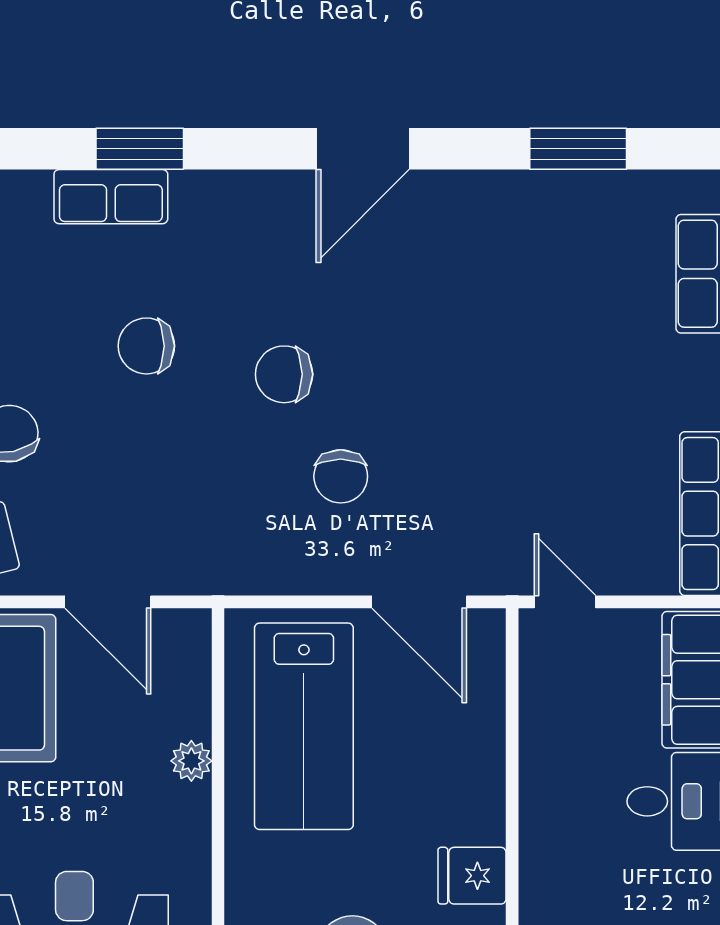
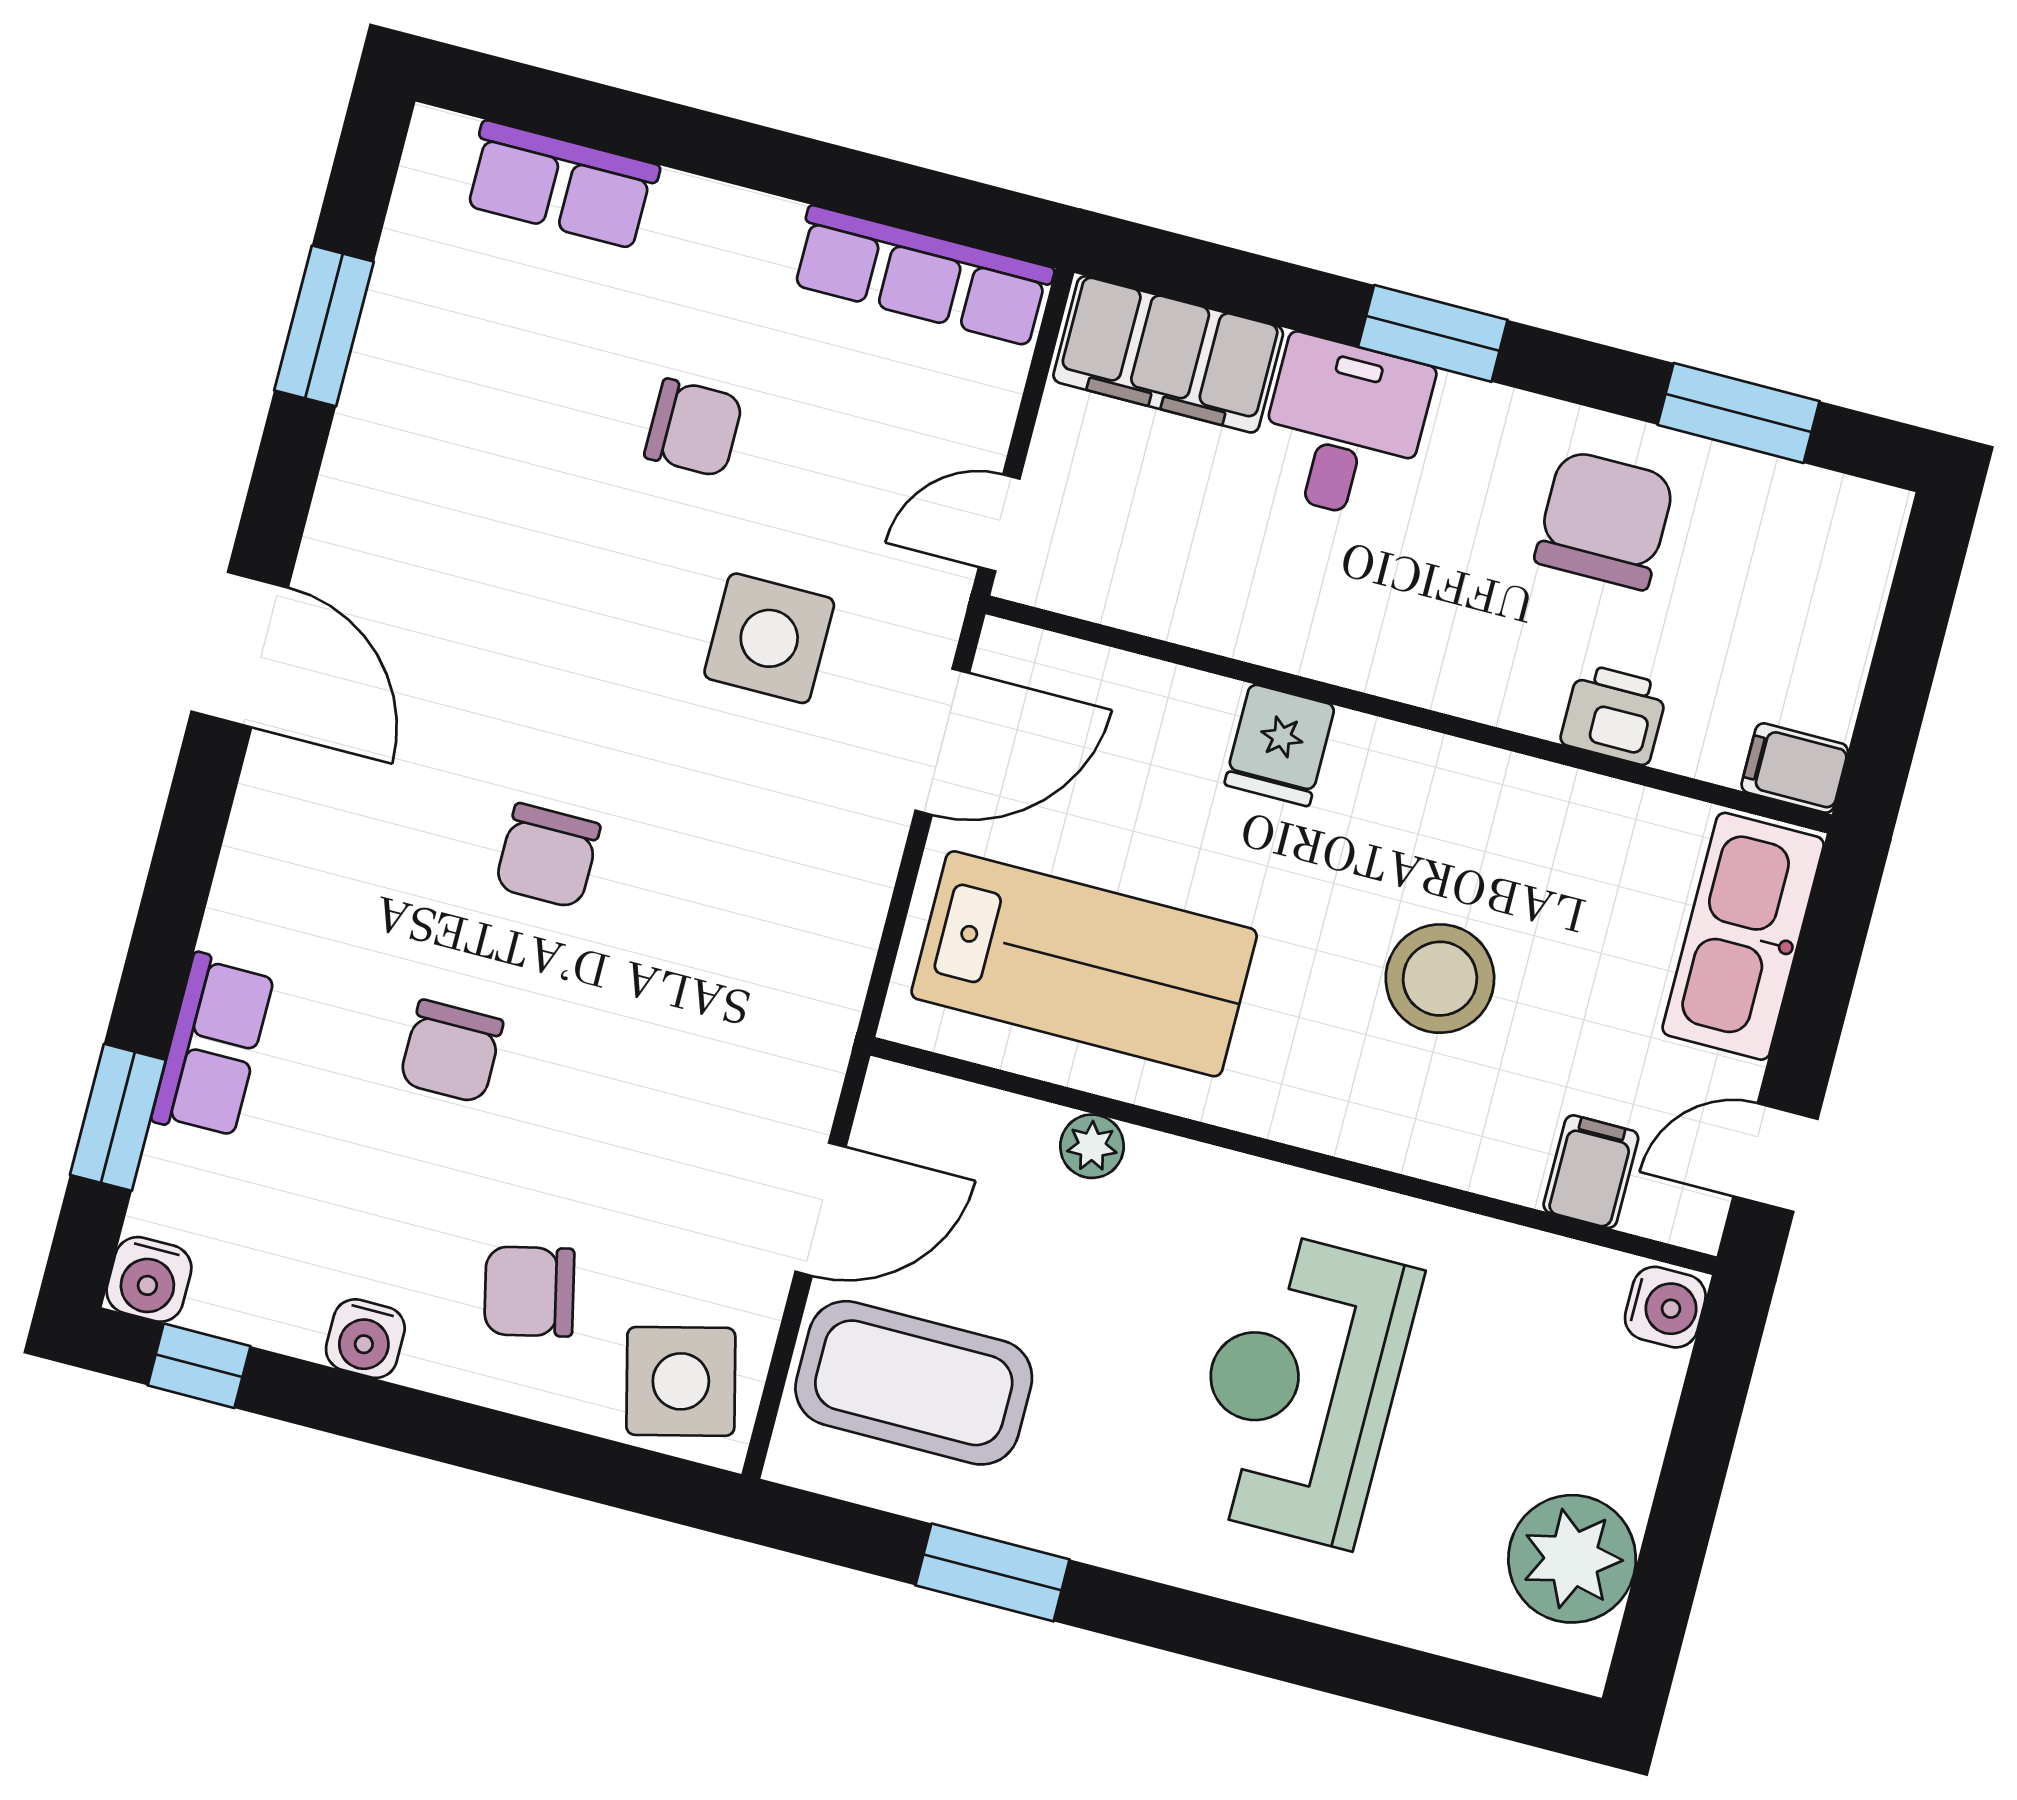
window: (140, 149) -> (118, 1117), moved
chair: (341, 476) -> (694, 428), moved
side table: (456, 477) -> (769, 638), added
fridge: (472, 876) -> (1280, 745), moved

